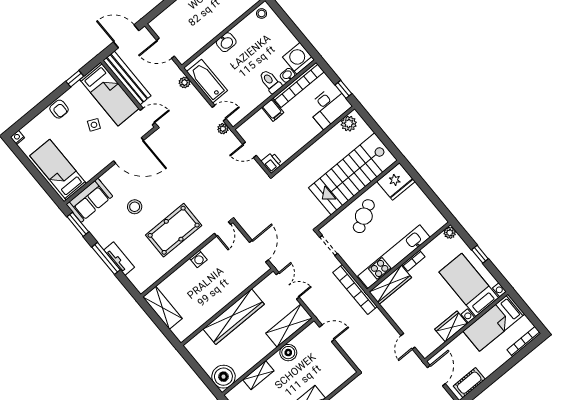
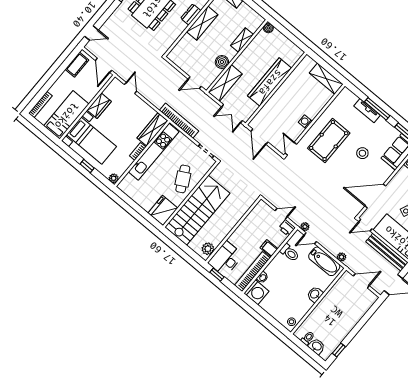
toilet: (270, 81) -> (290, 253), moved
printer: (272, 163) -> (287, 228), moved
boiler: (223, 377) -> (268, 28), width x0.54, depth x0.54

